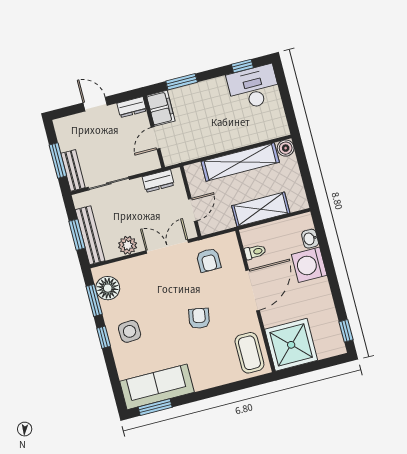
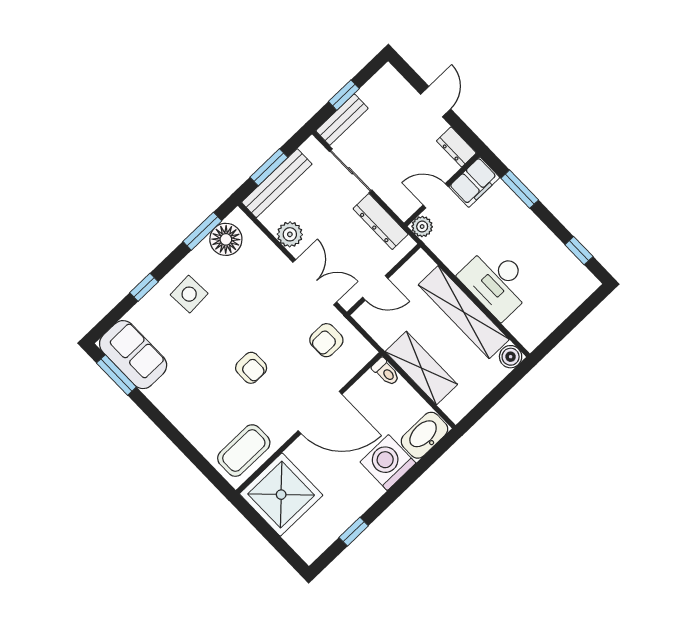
desk: (253, 87) -> (497, 282), moved, turned 180
plant: (170, 158) -> (422, 227), added
window: (58, 160) -> (344, 95), width x0.67
dresser: (158, 181) -> (381, 222), width x1.44
washbasin: (310, 239) -> (424, 435), width x1.91, depth x1.45
toilet: (255, 252) -> (386, 372), moved
armchair: (199, 318) -> (251, 368), turned 80
window: (346, 331) -> (354, 532), moved
window: (104, 337) -> (144, 287), moved
sofa: (157, 387) -> (133, 355), width x0.73

